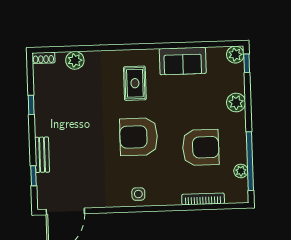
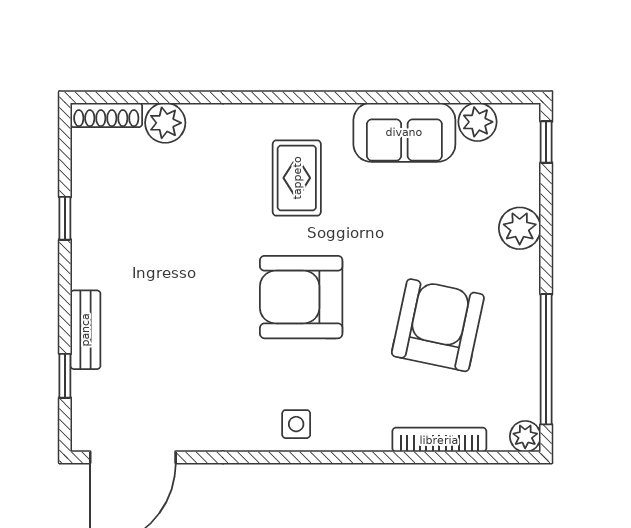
plant: (235, 55) -> (477, 122), moved
shoe rack: (43, 58) -> (106, 115), width x1.43
armchair: (201, 147) -> (438, 325), turned -78
plant: (241, 171) -> (525, 436), moved

